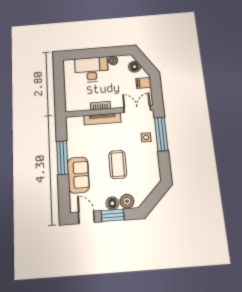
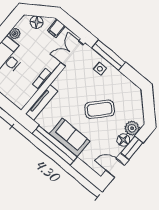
tv unit: (102, 119) -> (42, 102), moved
window: (62, 158) -> (55, 145), width x1.46
coffee table: (118, 165) -> (100, 109), turned -47
sofa: (78, 175) -> (70, 137), moved

